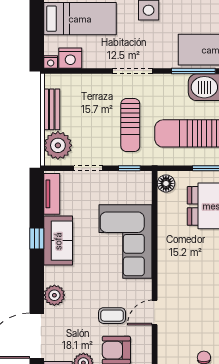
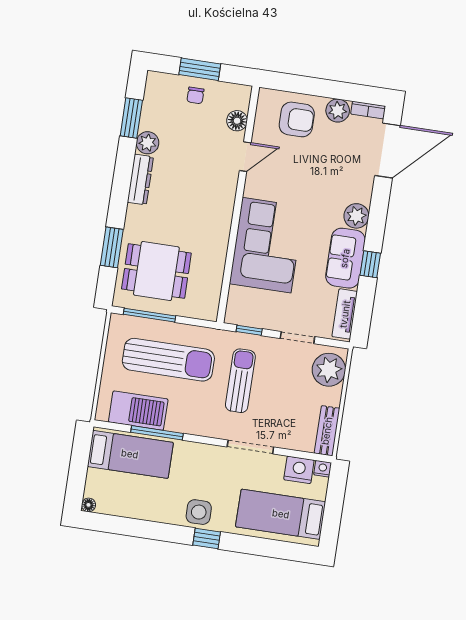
doorway: (133, 71) -> (250, 447), moved
bench: (52, 109) -> (327, 431), moved
floor lamp: (166, 183) -> (237, 121), moved
plant: (54, 295) -> (356, 216), moved
coffee table: (112, 316) -> (296, 161), removed

